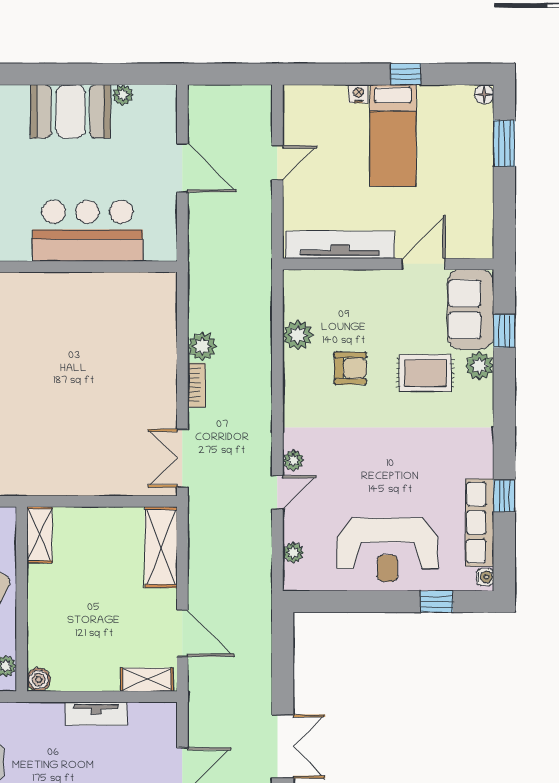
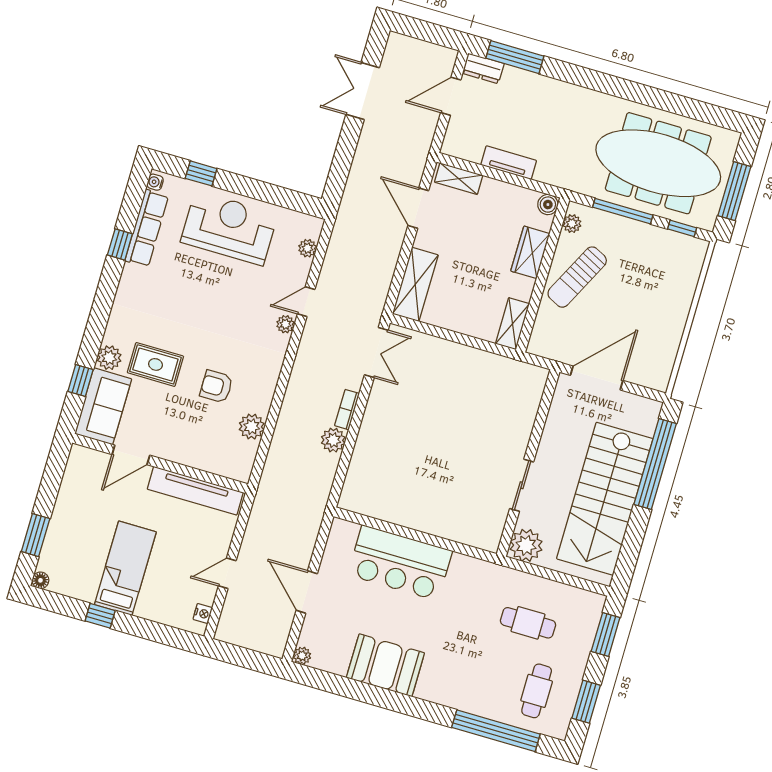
nightstand: (358, 94) -> (203, 613), moved, turned -90
plant: (123, 95) -> (302, 656), moved
wardrobe: (43, 620) -> (530, 252), added

